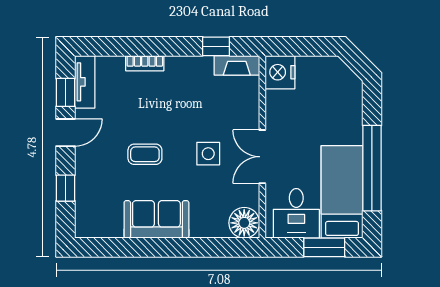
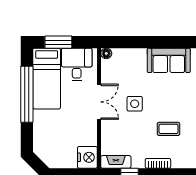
bookcase: (145, 63) -> (158, 163), moved
coffee table: (145, 154) -> (168, 129), moved
floor lamp: (244, 223) -> (106, 53), width x0.53, depth x0.53

